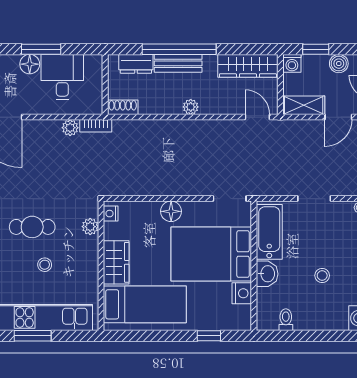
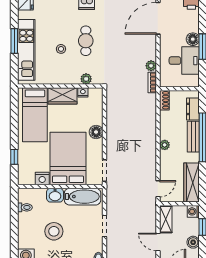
nightstand: (111, 214) -> (83, 92), moved
stool: (322, 276) -> (54, 231), width x1.89, depth x1.89

